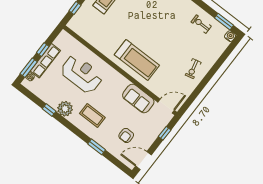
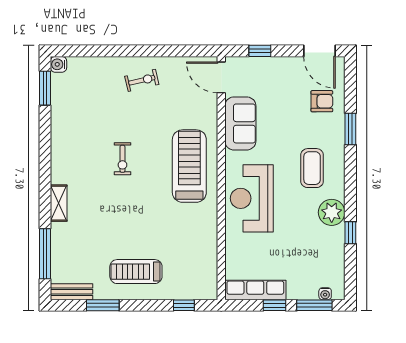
exercise bike: (201, 24) -> (122, 159), moved
row of seats: (45, 61) -> (255, 290), moved
reception desk: (82, 74) -> (252, 198), moved
armchair: (126, 135) -> (322, 101), moved

